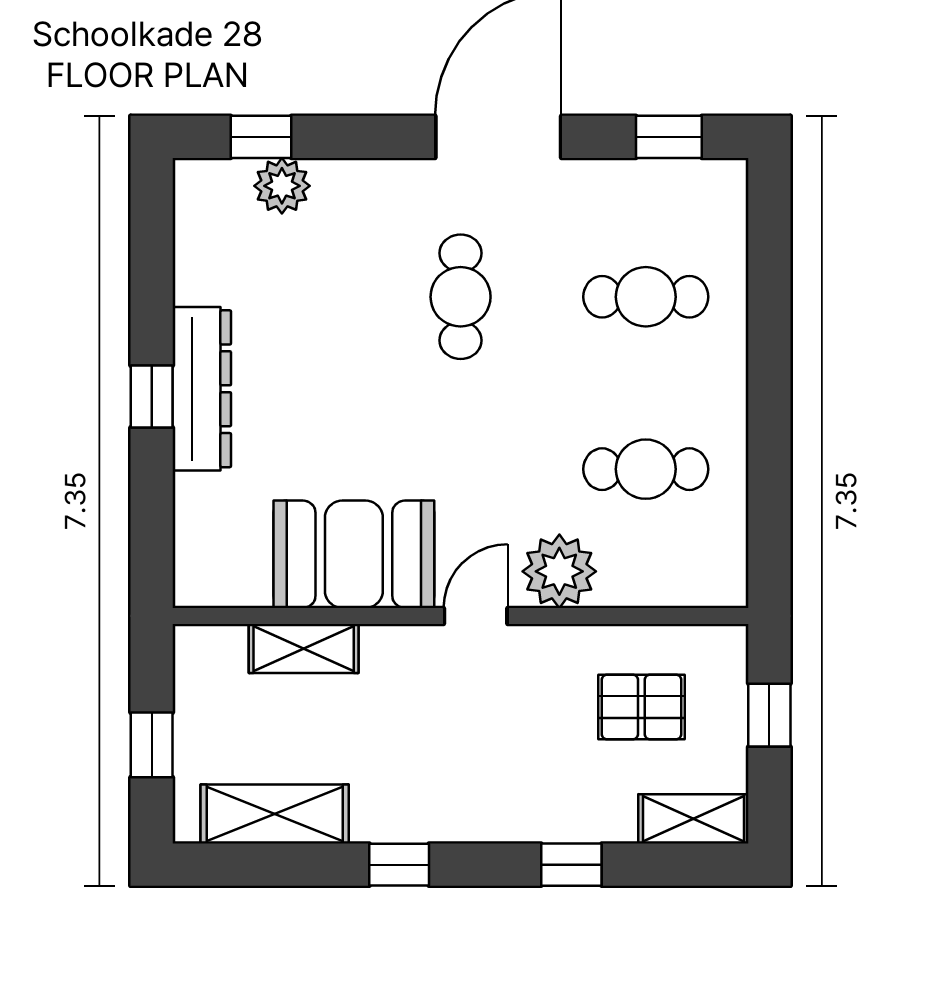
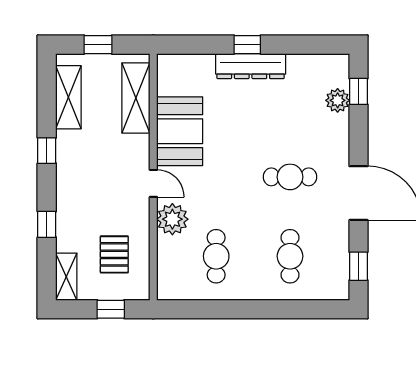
shelving: (304, 648) -> (136, 98), width x1.50, depth x1.33

